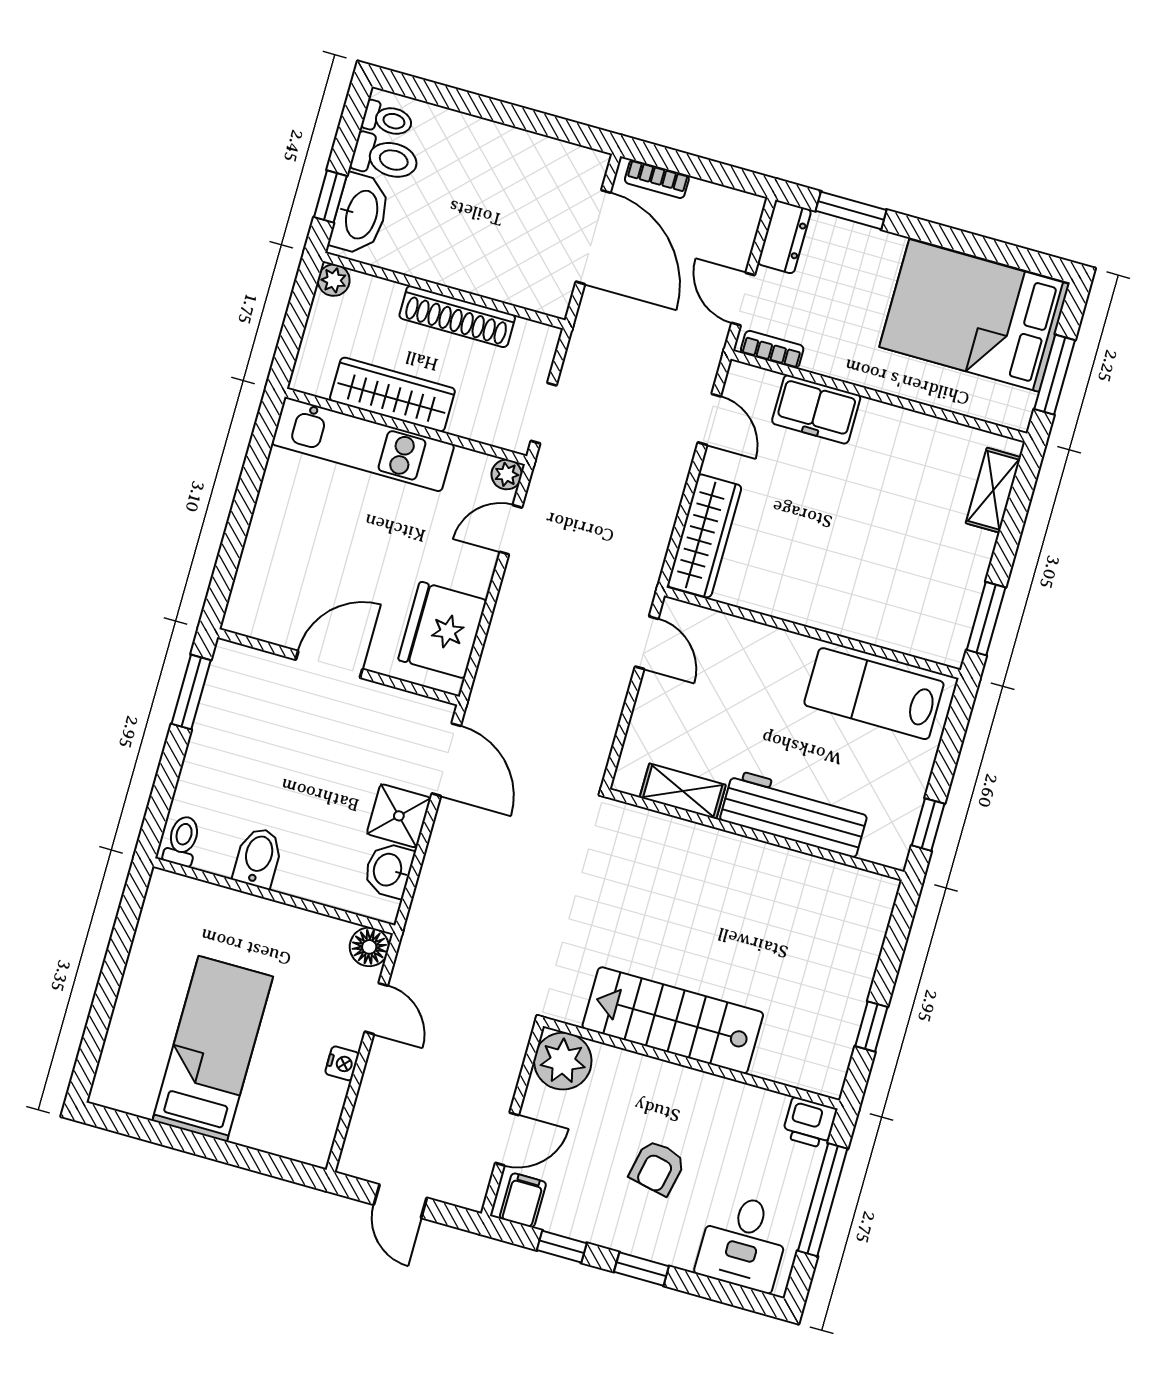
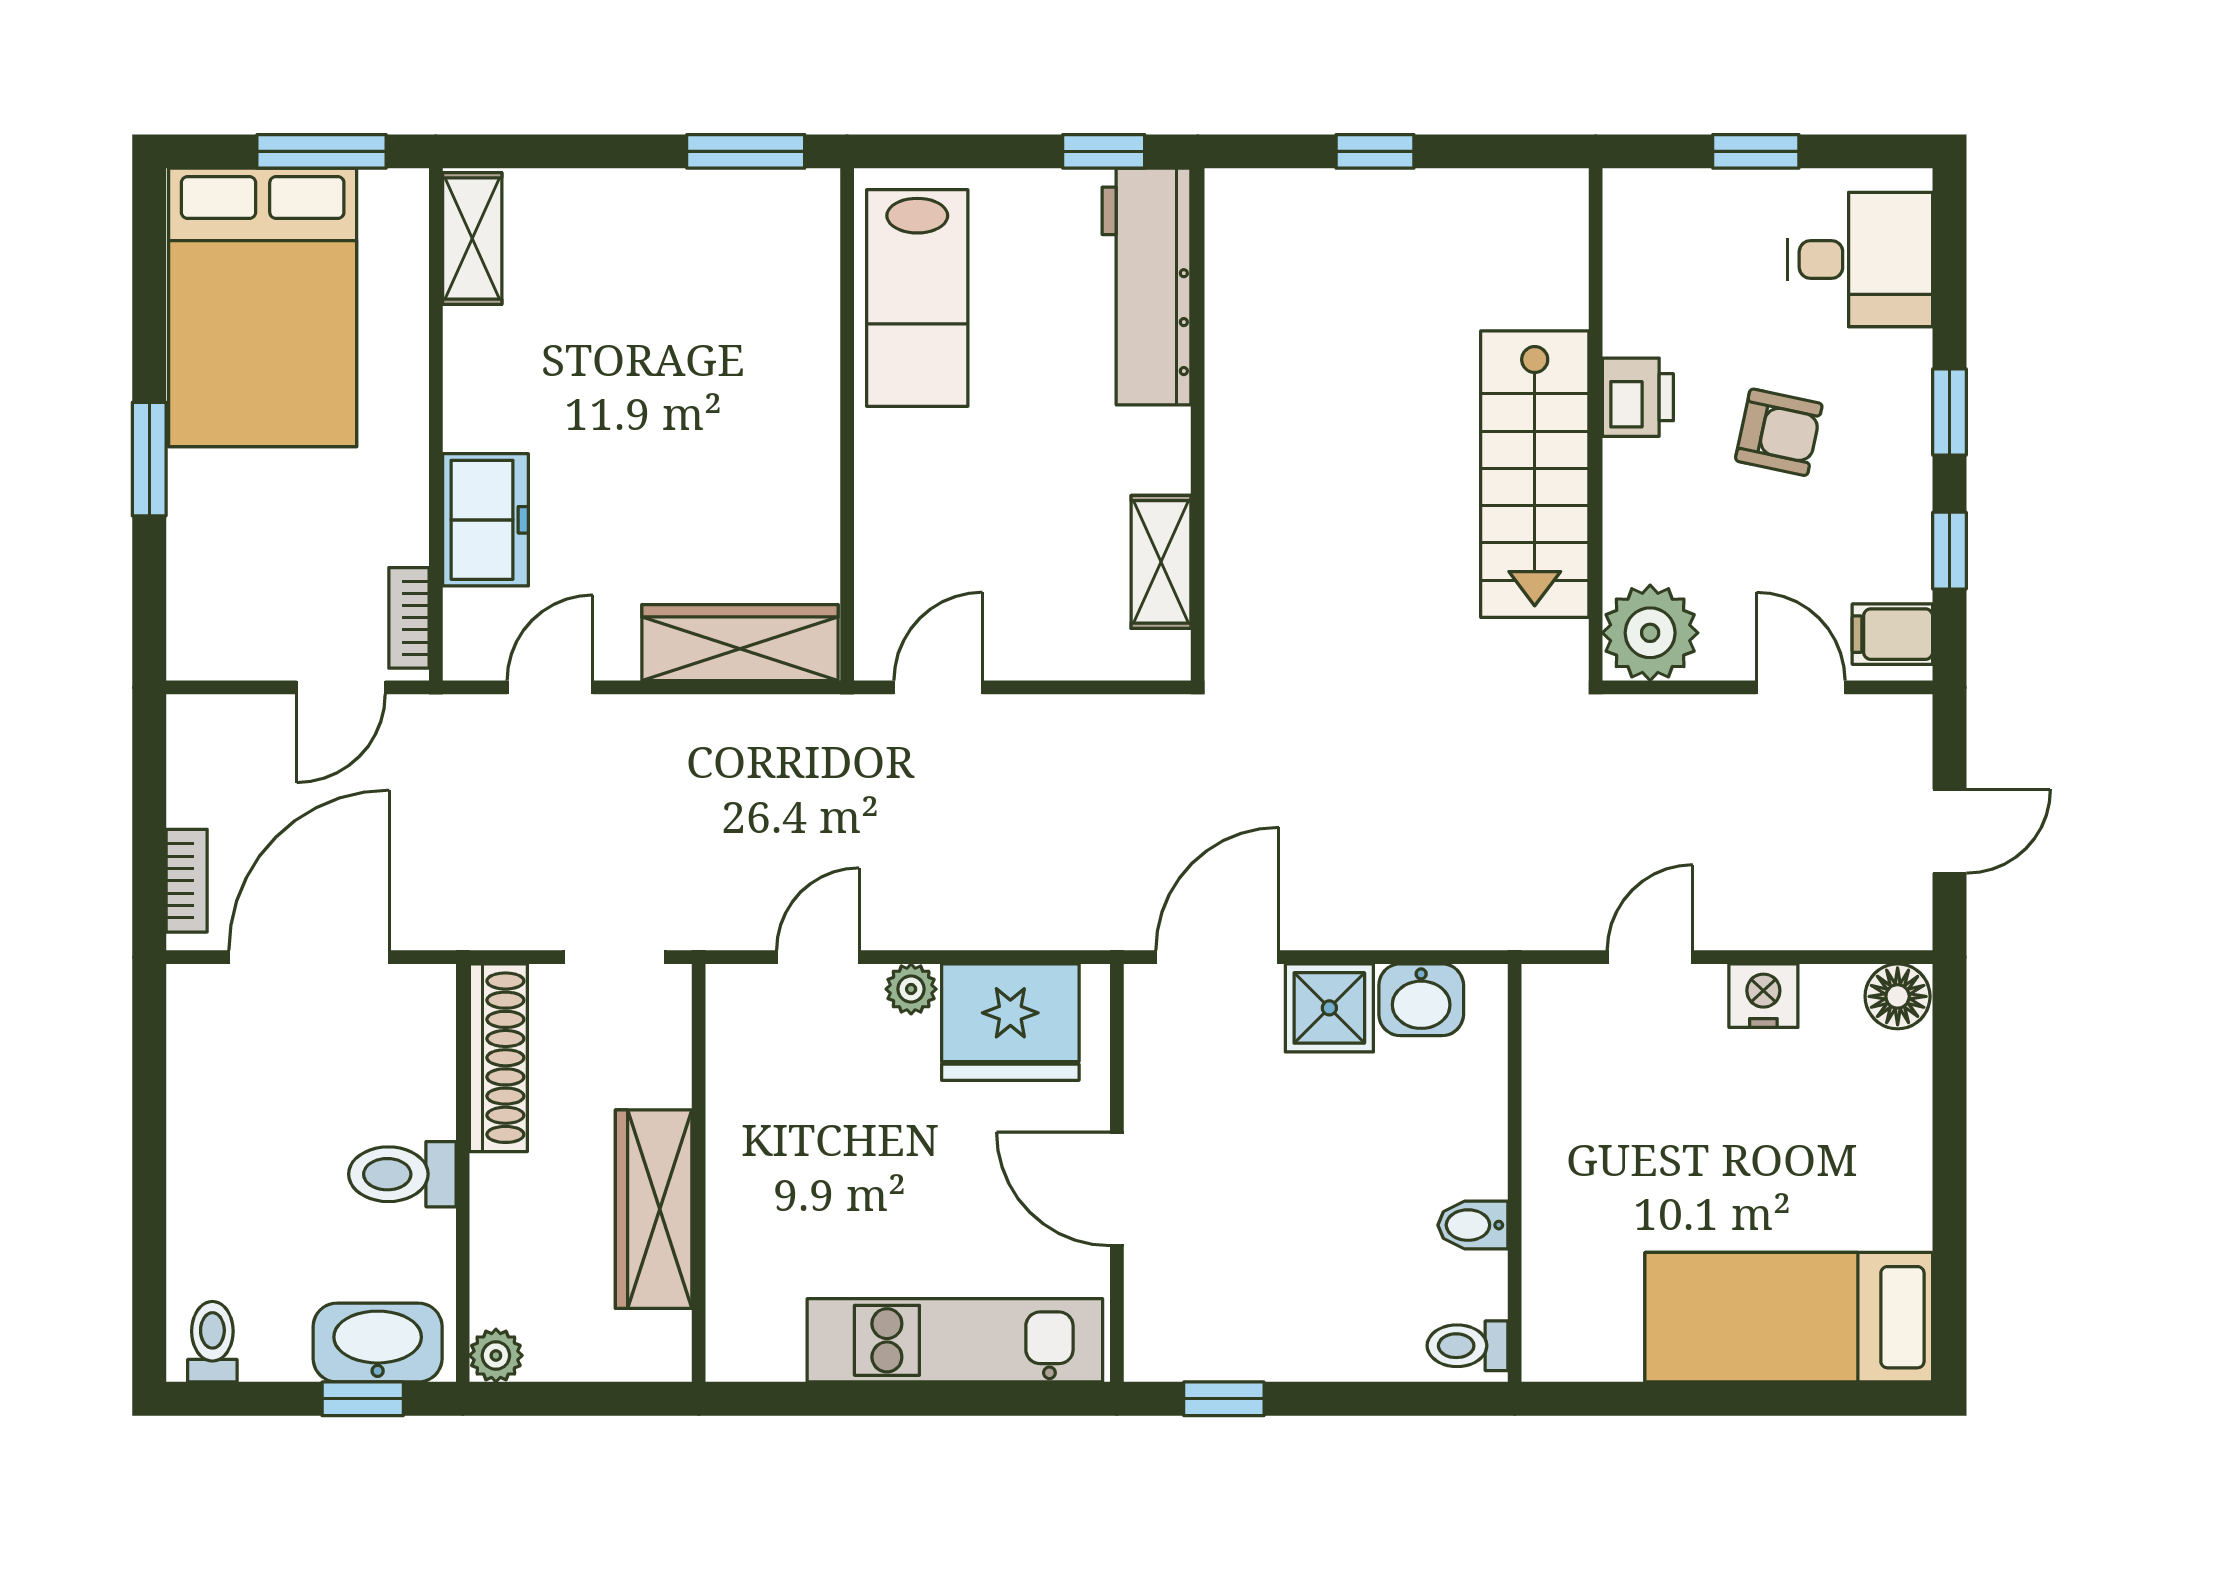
toilet: (385, 158) -> (402, 1174), moved, turned -90
window: (851, 210) -> (149, 459), moved
dresser: (784, 237) -> (222, 649), removed
shoe rack: (457, 316) -> (498, 1058), moved
kitchen unit: (363, 444) -> (955, 1340), moved, turned -90
plant: (507, 474) -> (911, 989), moved
shelving: (993, 490) -> (472, 239), moved, turned 90
door: (511, 530) -> (818, 957), swing flipped
window: (191, 692) -> (1224, 1399), width x0.67
workbench: (795, 814) -> (1146, 287), moved
bidet: (258, 858) -> (1473, 1225), width x0.72, depth x0.74
floor lamp: (369, 947) -> (1898, 996), moved
window: (871, 1026) -> (1375, 151), moved
bed: (213, 1049) -> (1789, 1317), moved
nightstand: (342, 1063) -> (1763, 996), width x1.39, depth x1.35
printer: (810, 1123) -> (1638, 397), moved
window: (823, 1200) -> (1756, 151), width x0.46

